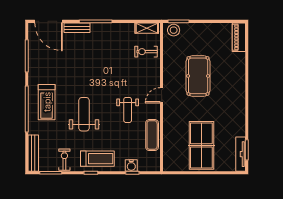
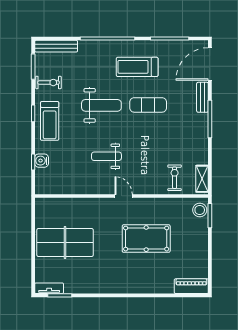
treadmill: (47, 102) -> (137, 67), moved
exercise mat: (152, 135) -> (148, 105), moved
tv unit: (241, 154) -> (49, 288), width x0.71

